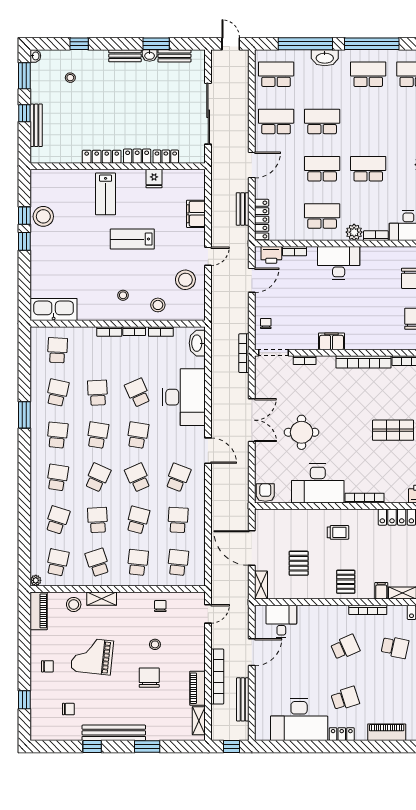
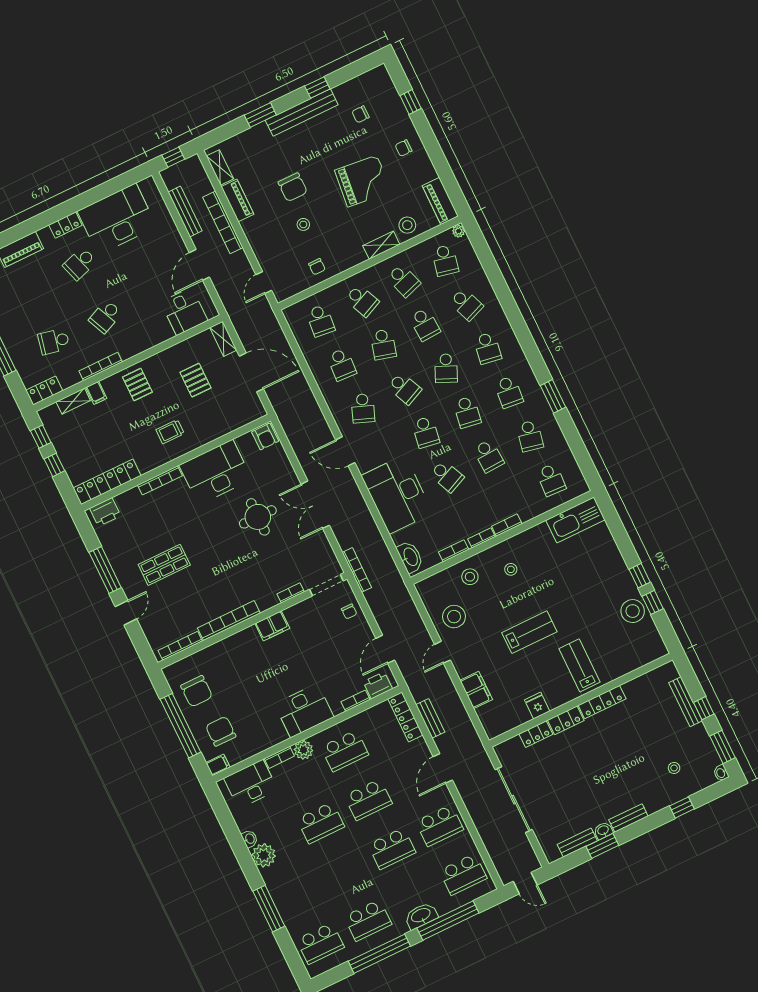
school desk: (57, 520) -> (466, 304), turned -39
school desk: (138, 562) -> (362, 301), turned -30

